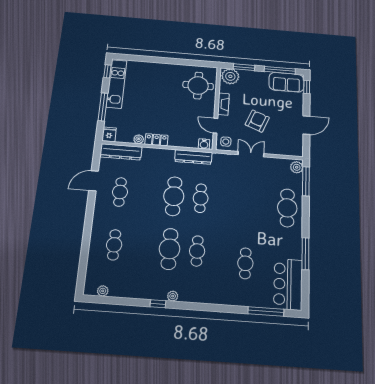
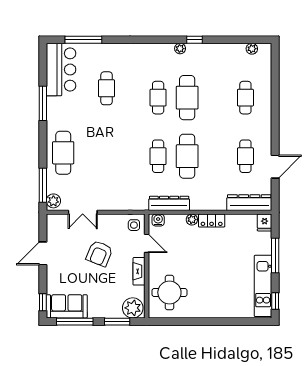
plant: (139, 139) -> (192, 220), moved
double door: (251, 154) -> (83, 212), moved

